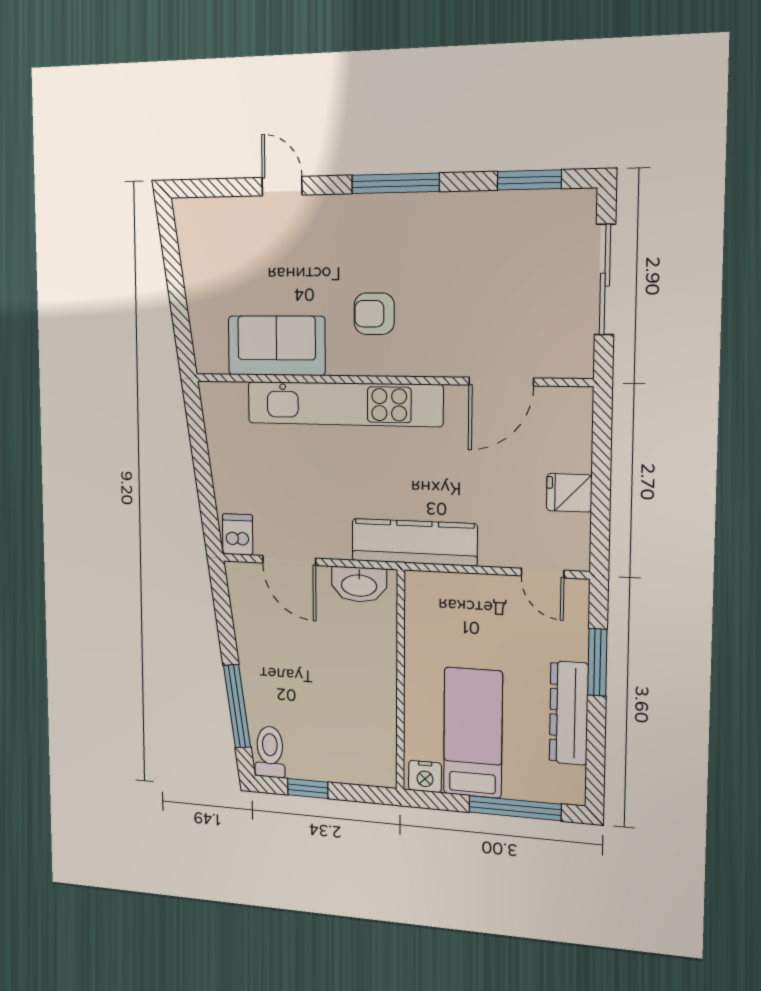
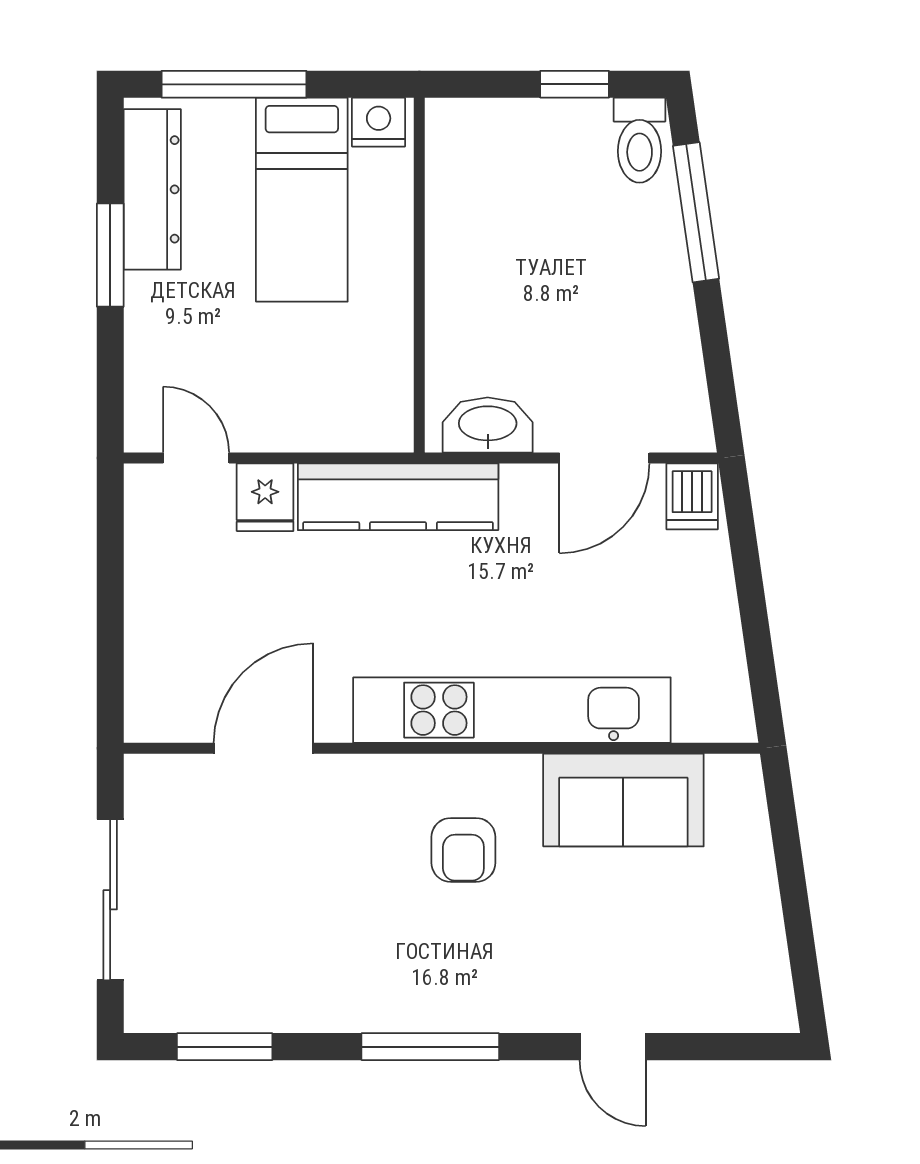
armchair: (374, 314) -> (463, 850), turned 90
fridge: (569, 493) -> (265, 497), moved, turned 90
door: (289, 561) -> (604, 458), swing flipped
window: (597, 662) -> (110, 255), moved
dresser: (569, 713) -> (152, 189), moved

